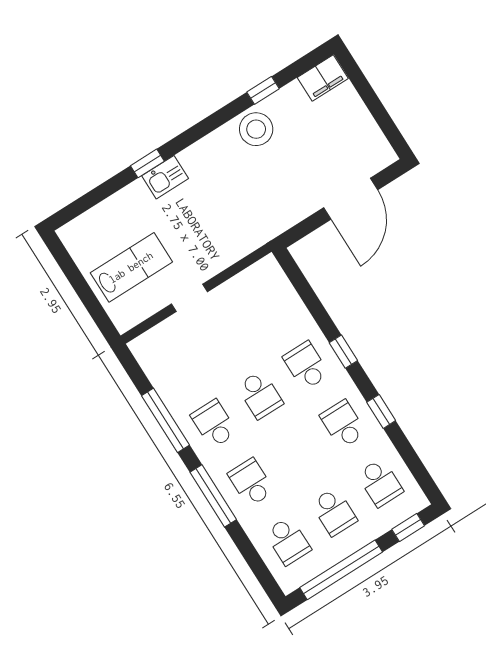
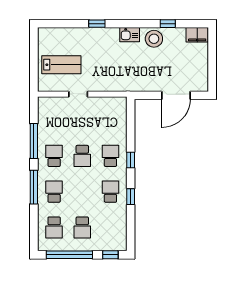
kitchen sink: (165, 177) -> (130, 35), moved
school desk: (380, 483) -> (110, 227), removed

